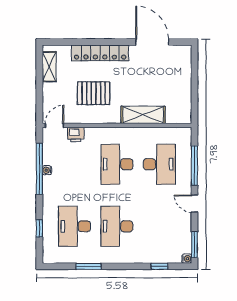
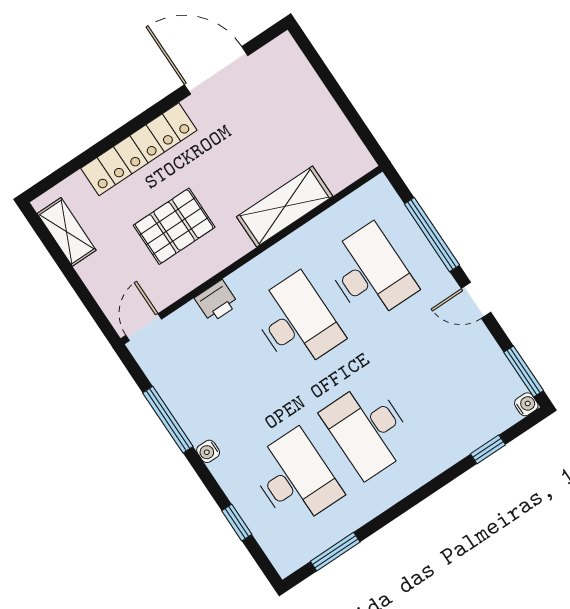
printer: (76, 135) -> (217, 301), moved
desk: (117, 164) -> (297, 322), turned 180
window: (39, 169) -> (168, 420), width x0.68
water cooler: (47, 170) -> (208, 451), moved
desk: (74, 226) -> (295, 478), turned 180
window: (88, 266) -> (335, 552), moved

